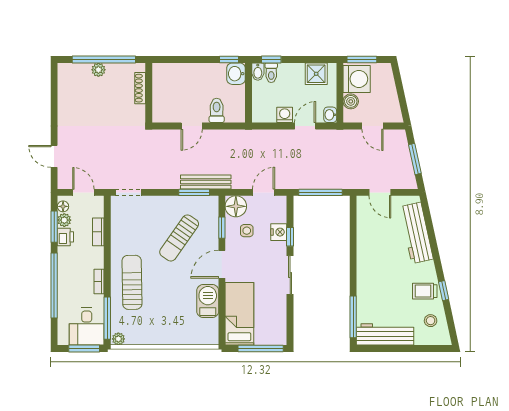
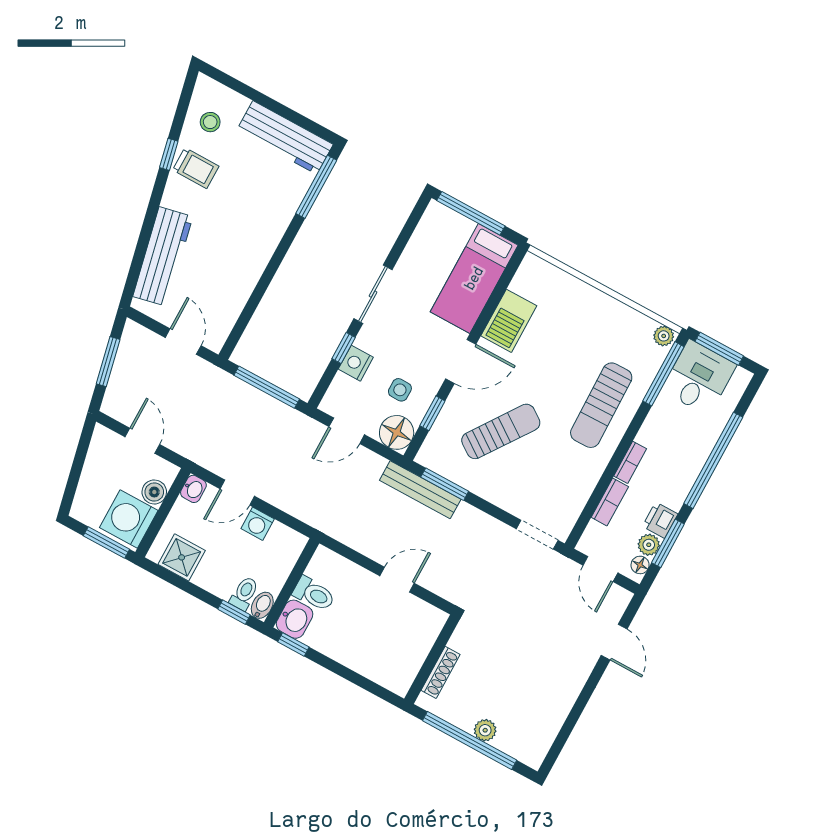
toilet: (217, 110) -> (314, 594), moved, turned -90
bookcase: (99, 281) -> (630, 462), moved

